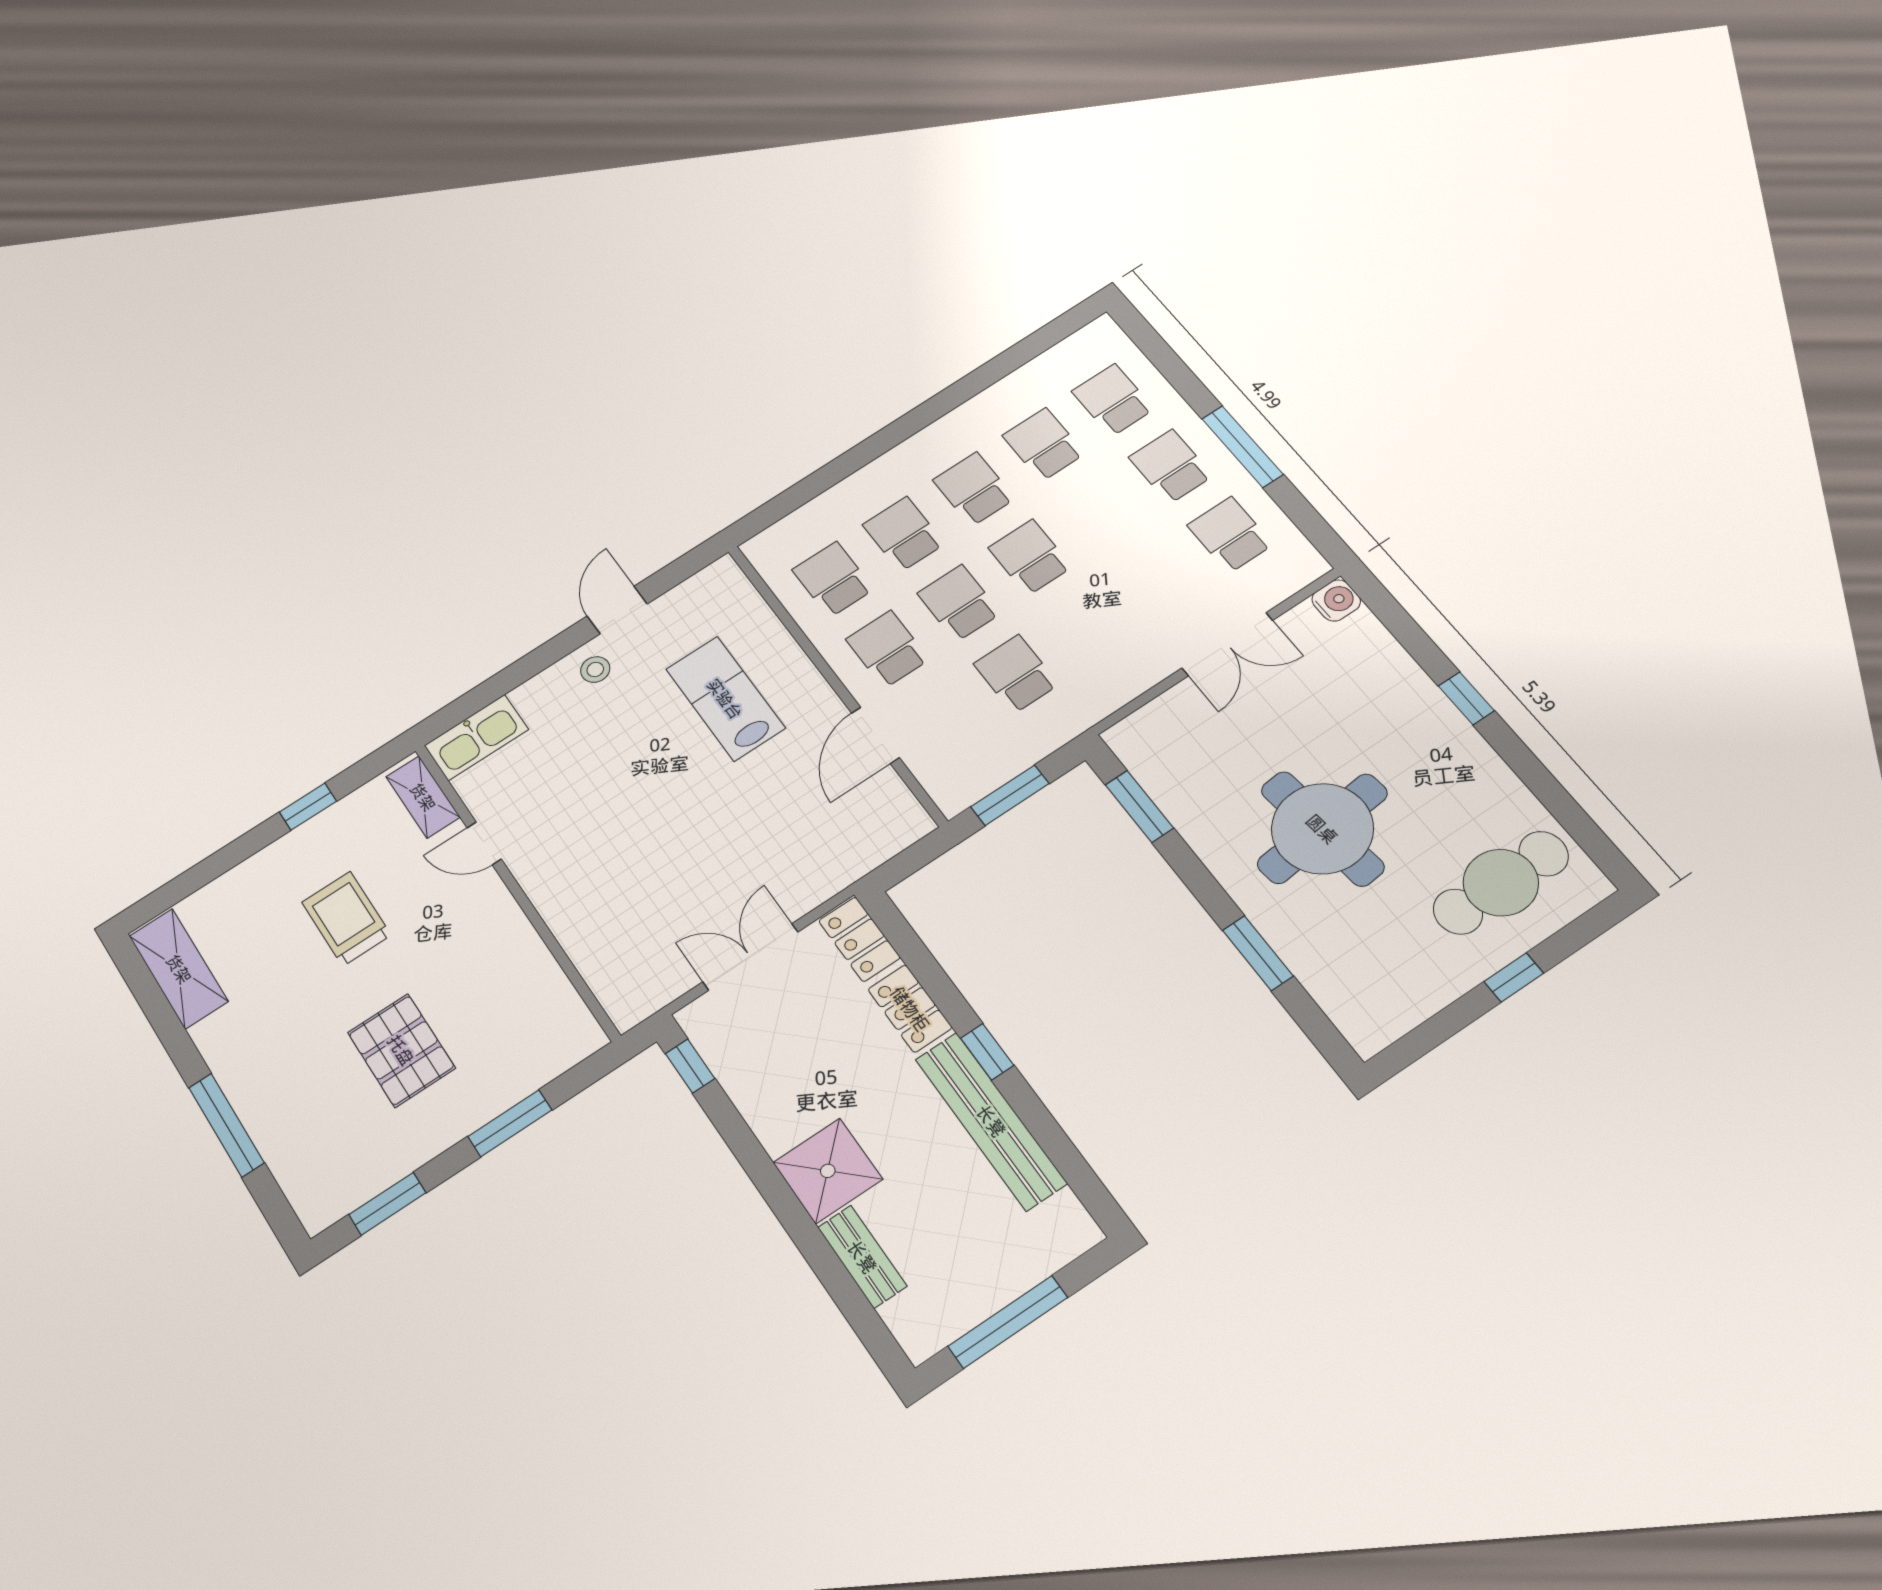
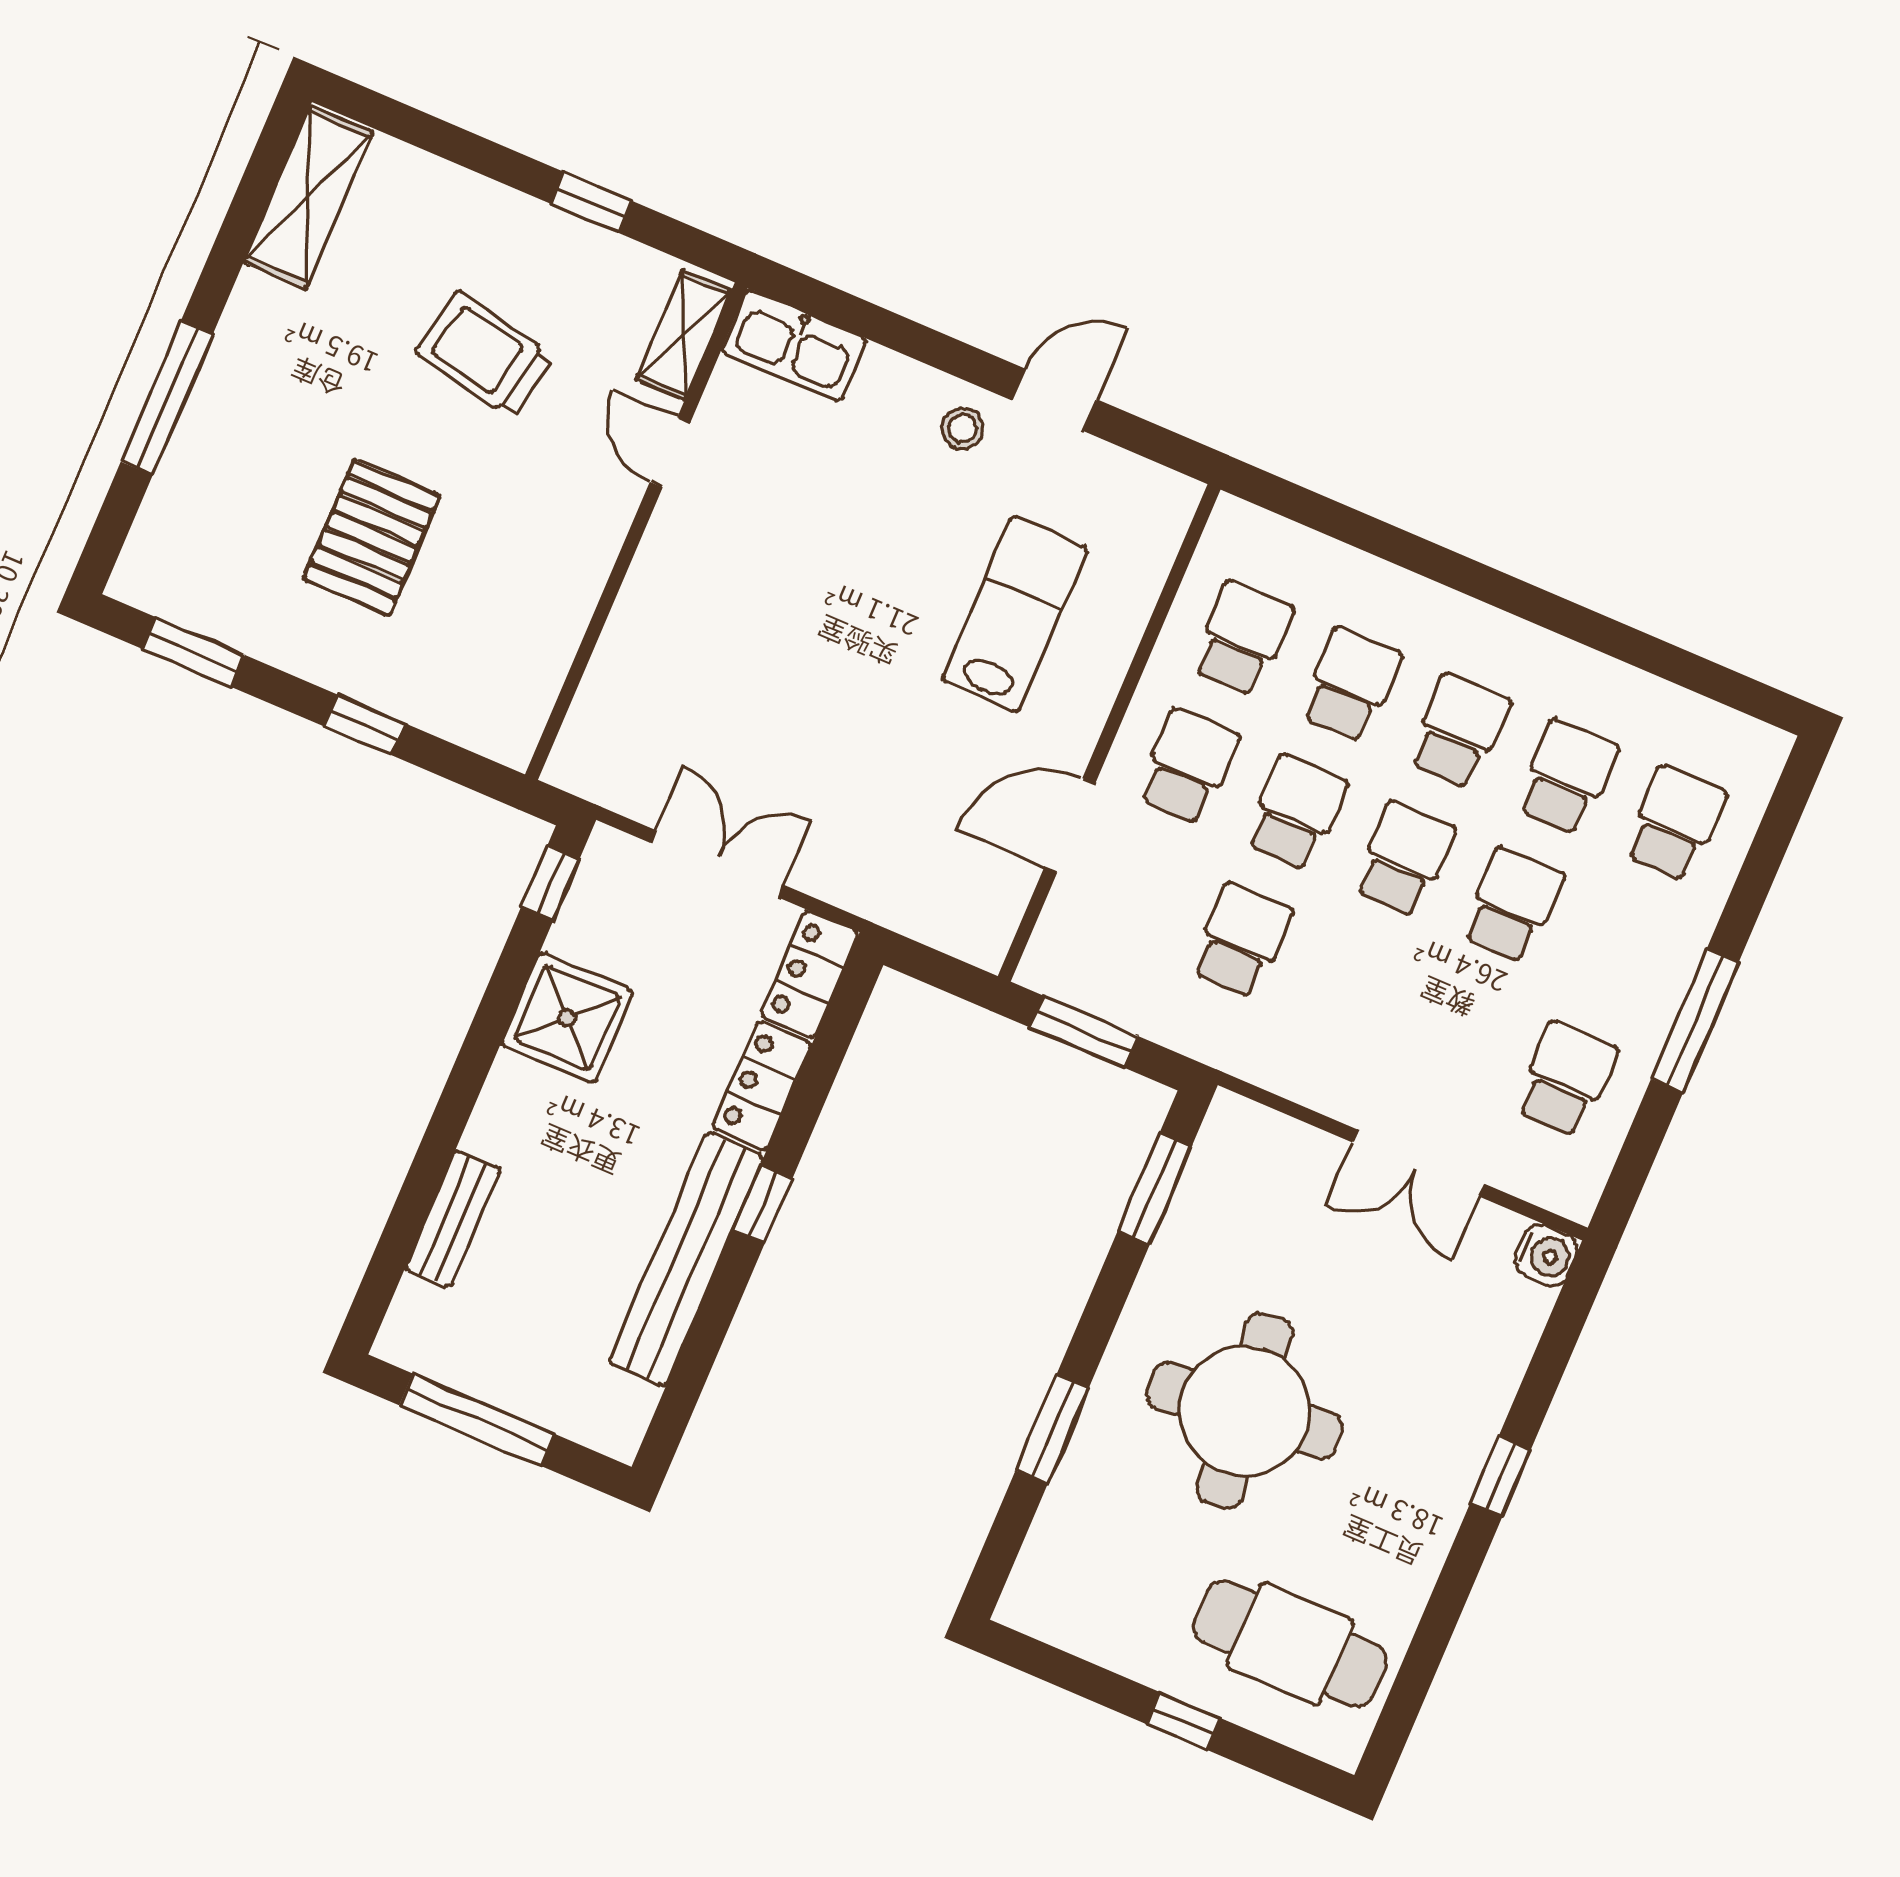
school desk: (1171, 467) -> (1512, 905), moved
trolley: (346, 919) -> (485, 354), turned -78
window: (510, 1123) -> (365, 725), width x0.67
shower: (828, 1171) -> (567, 1018), moved

